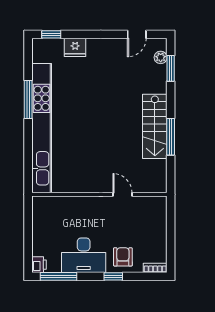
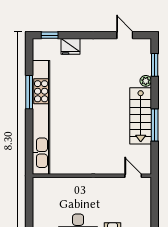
door: (137, 34) -> (125, 35), swing flipped
plant: (161, 57) -> (146, 81), moved
door: (122, 194) -> (133, 176), moved

